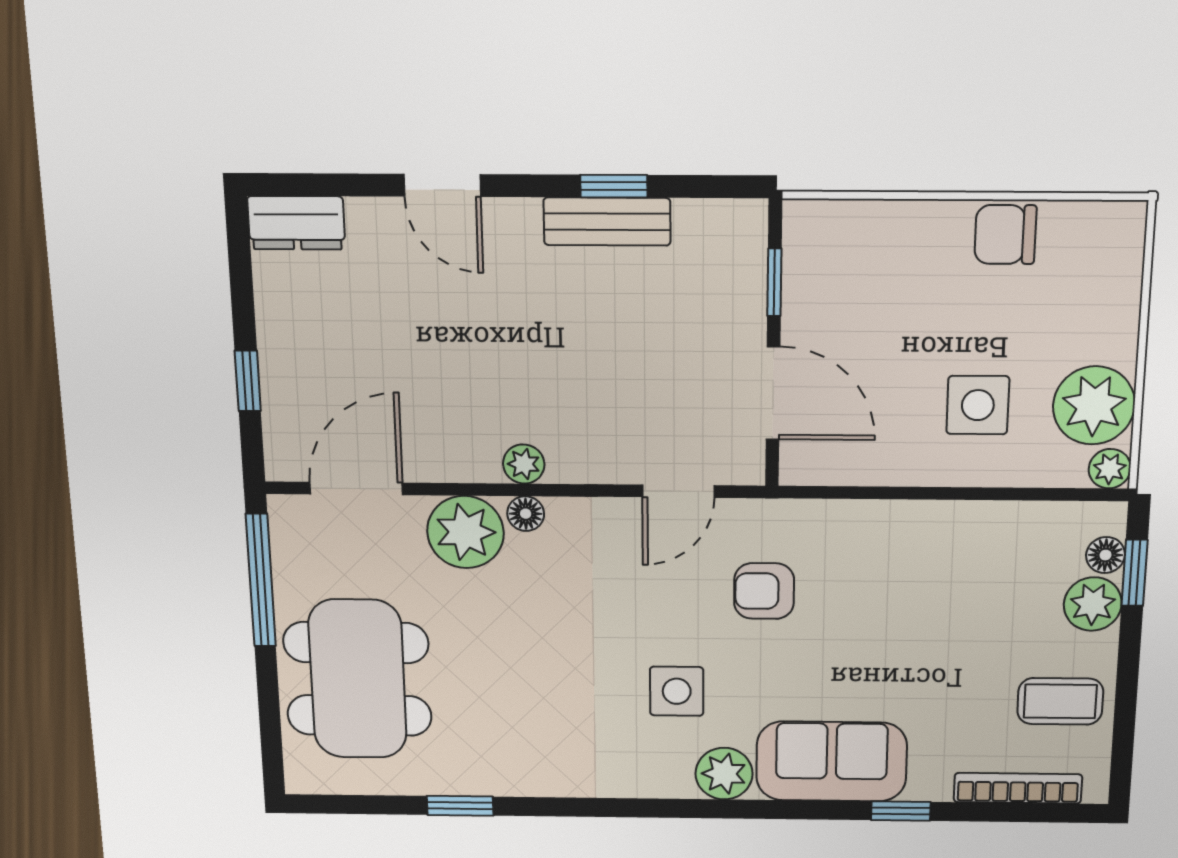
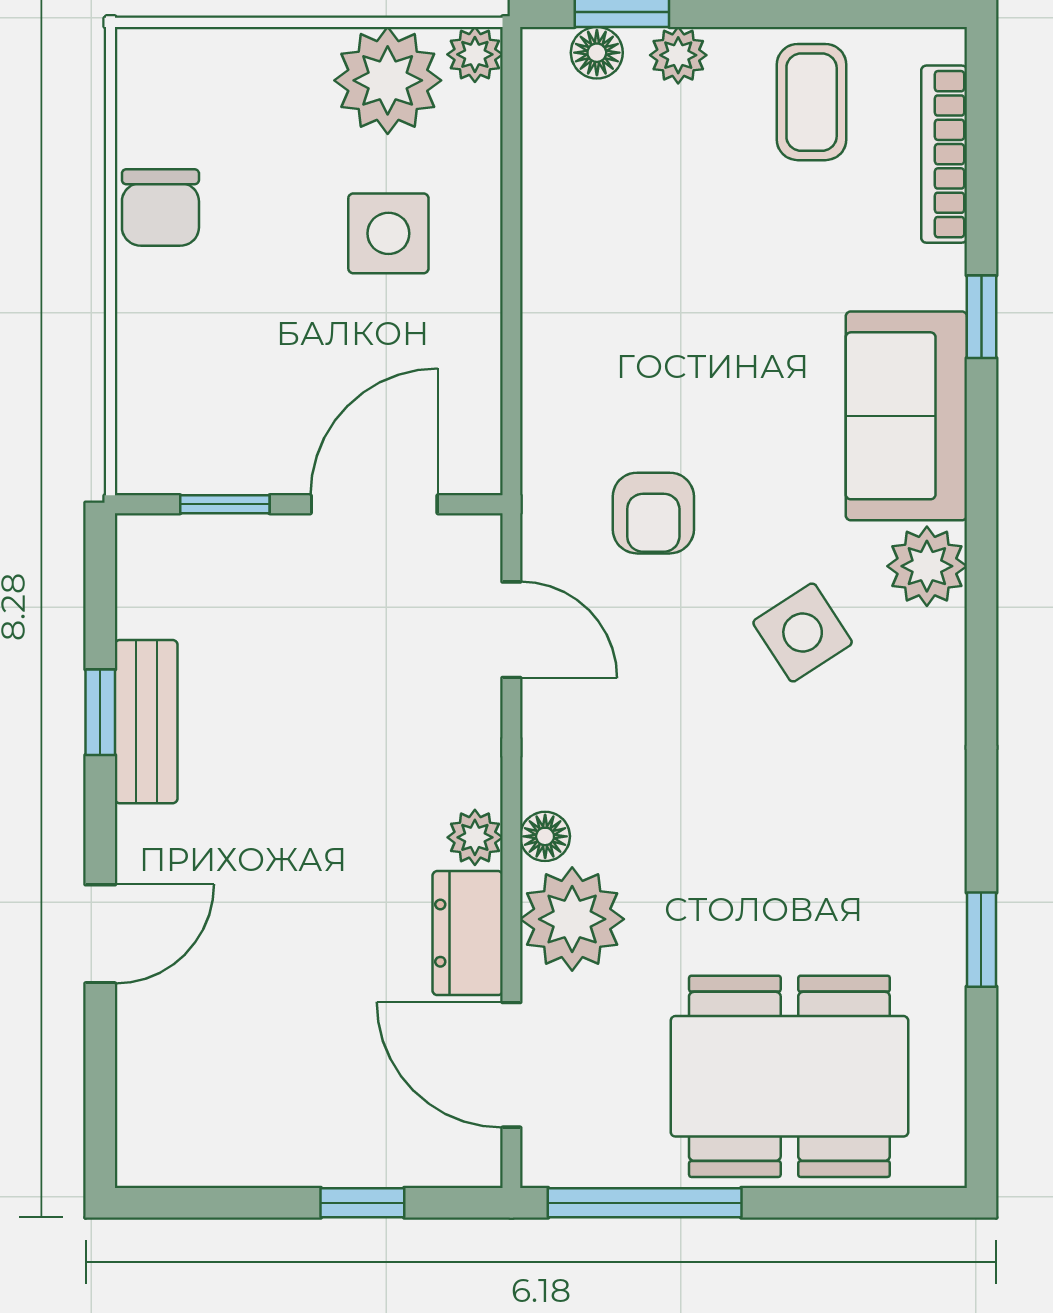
dresser: (296, 223) -> (468, 933), moved, turned 180
plant: (1093, 604) -> (678, 55), width x0.73, depth x0.73
side table: (677, 691) -> (803, 633), turned -33

